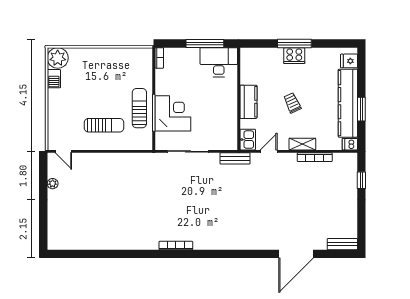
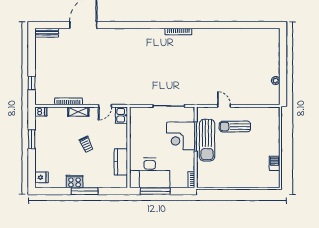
cooker: (294, 56) -> (75, 182), moved
plant: (58, 58) -> (272, 180), removed
desk: (219, 62) -> (150, 173), width x1.36, depth x1.30
kitchen counter: (248, 102) -> (121, 162), moved
kitchen counter: (348, 103) -> (42, 144), removed
sun lounger: (139, 108) -> (207, 140), width x1.36, depth x1.34
door: (63, 151) -> (224, 106), moved
bench: (235, 158) -> (132, 100), removed

